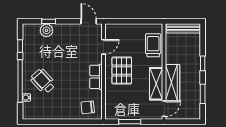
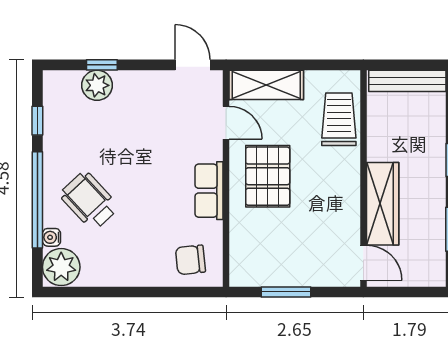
door: (103, 47) -> (226, 123), hinge flipped
shelving: (156, 84) -> (266, 85), moved, turned 90
door: (164, 109) -> (363, 263), hinge flipped
plant: (31, 111) -> (61, 267), added

